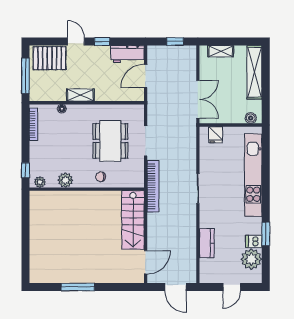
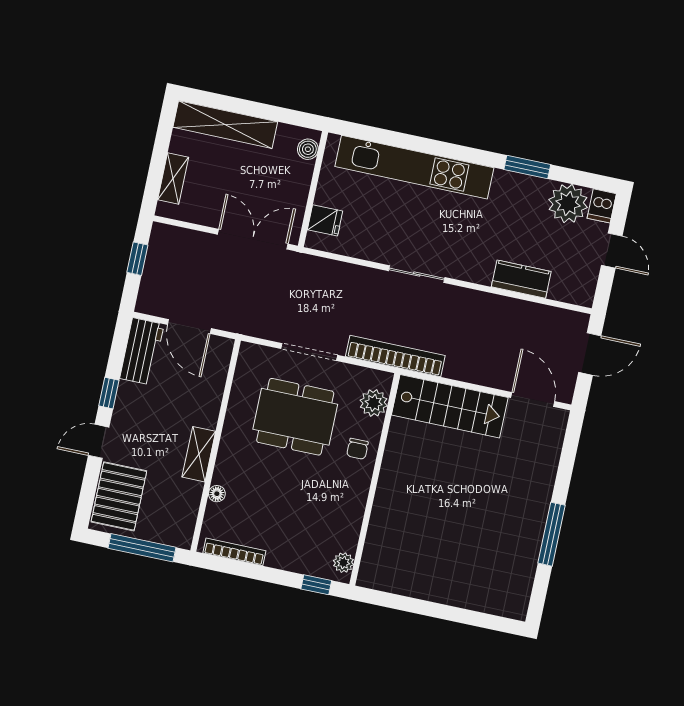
plant: (65, 180) -> (374, 403), moved
dishwasher: (254, 241) -> (602, 206), moved

